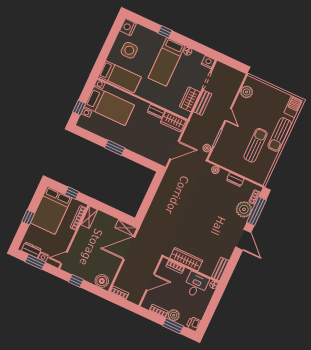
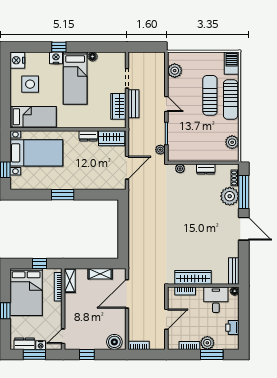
nightstand: (208, 62) -> (56, 58), moved
sun lounger: (255, 145) -> (210, 95), moved
plant: (265, 168) -> (232, 142), added
shelving: (126, 228) -> (100, 274), moved
printer: (193, 324) -> (232, 328), moved

